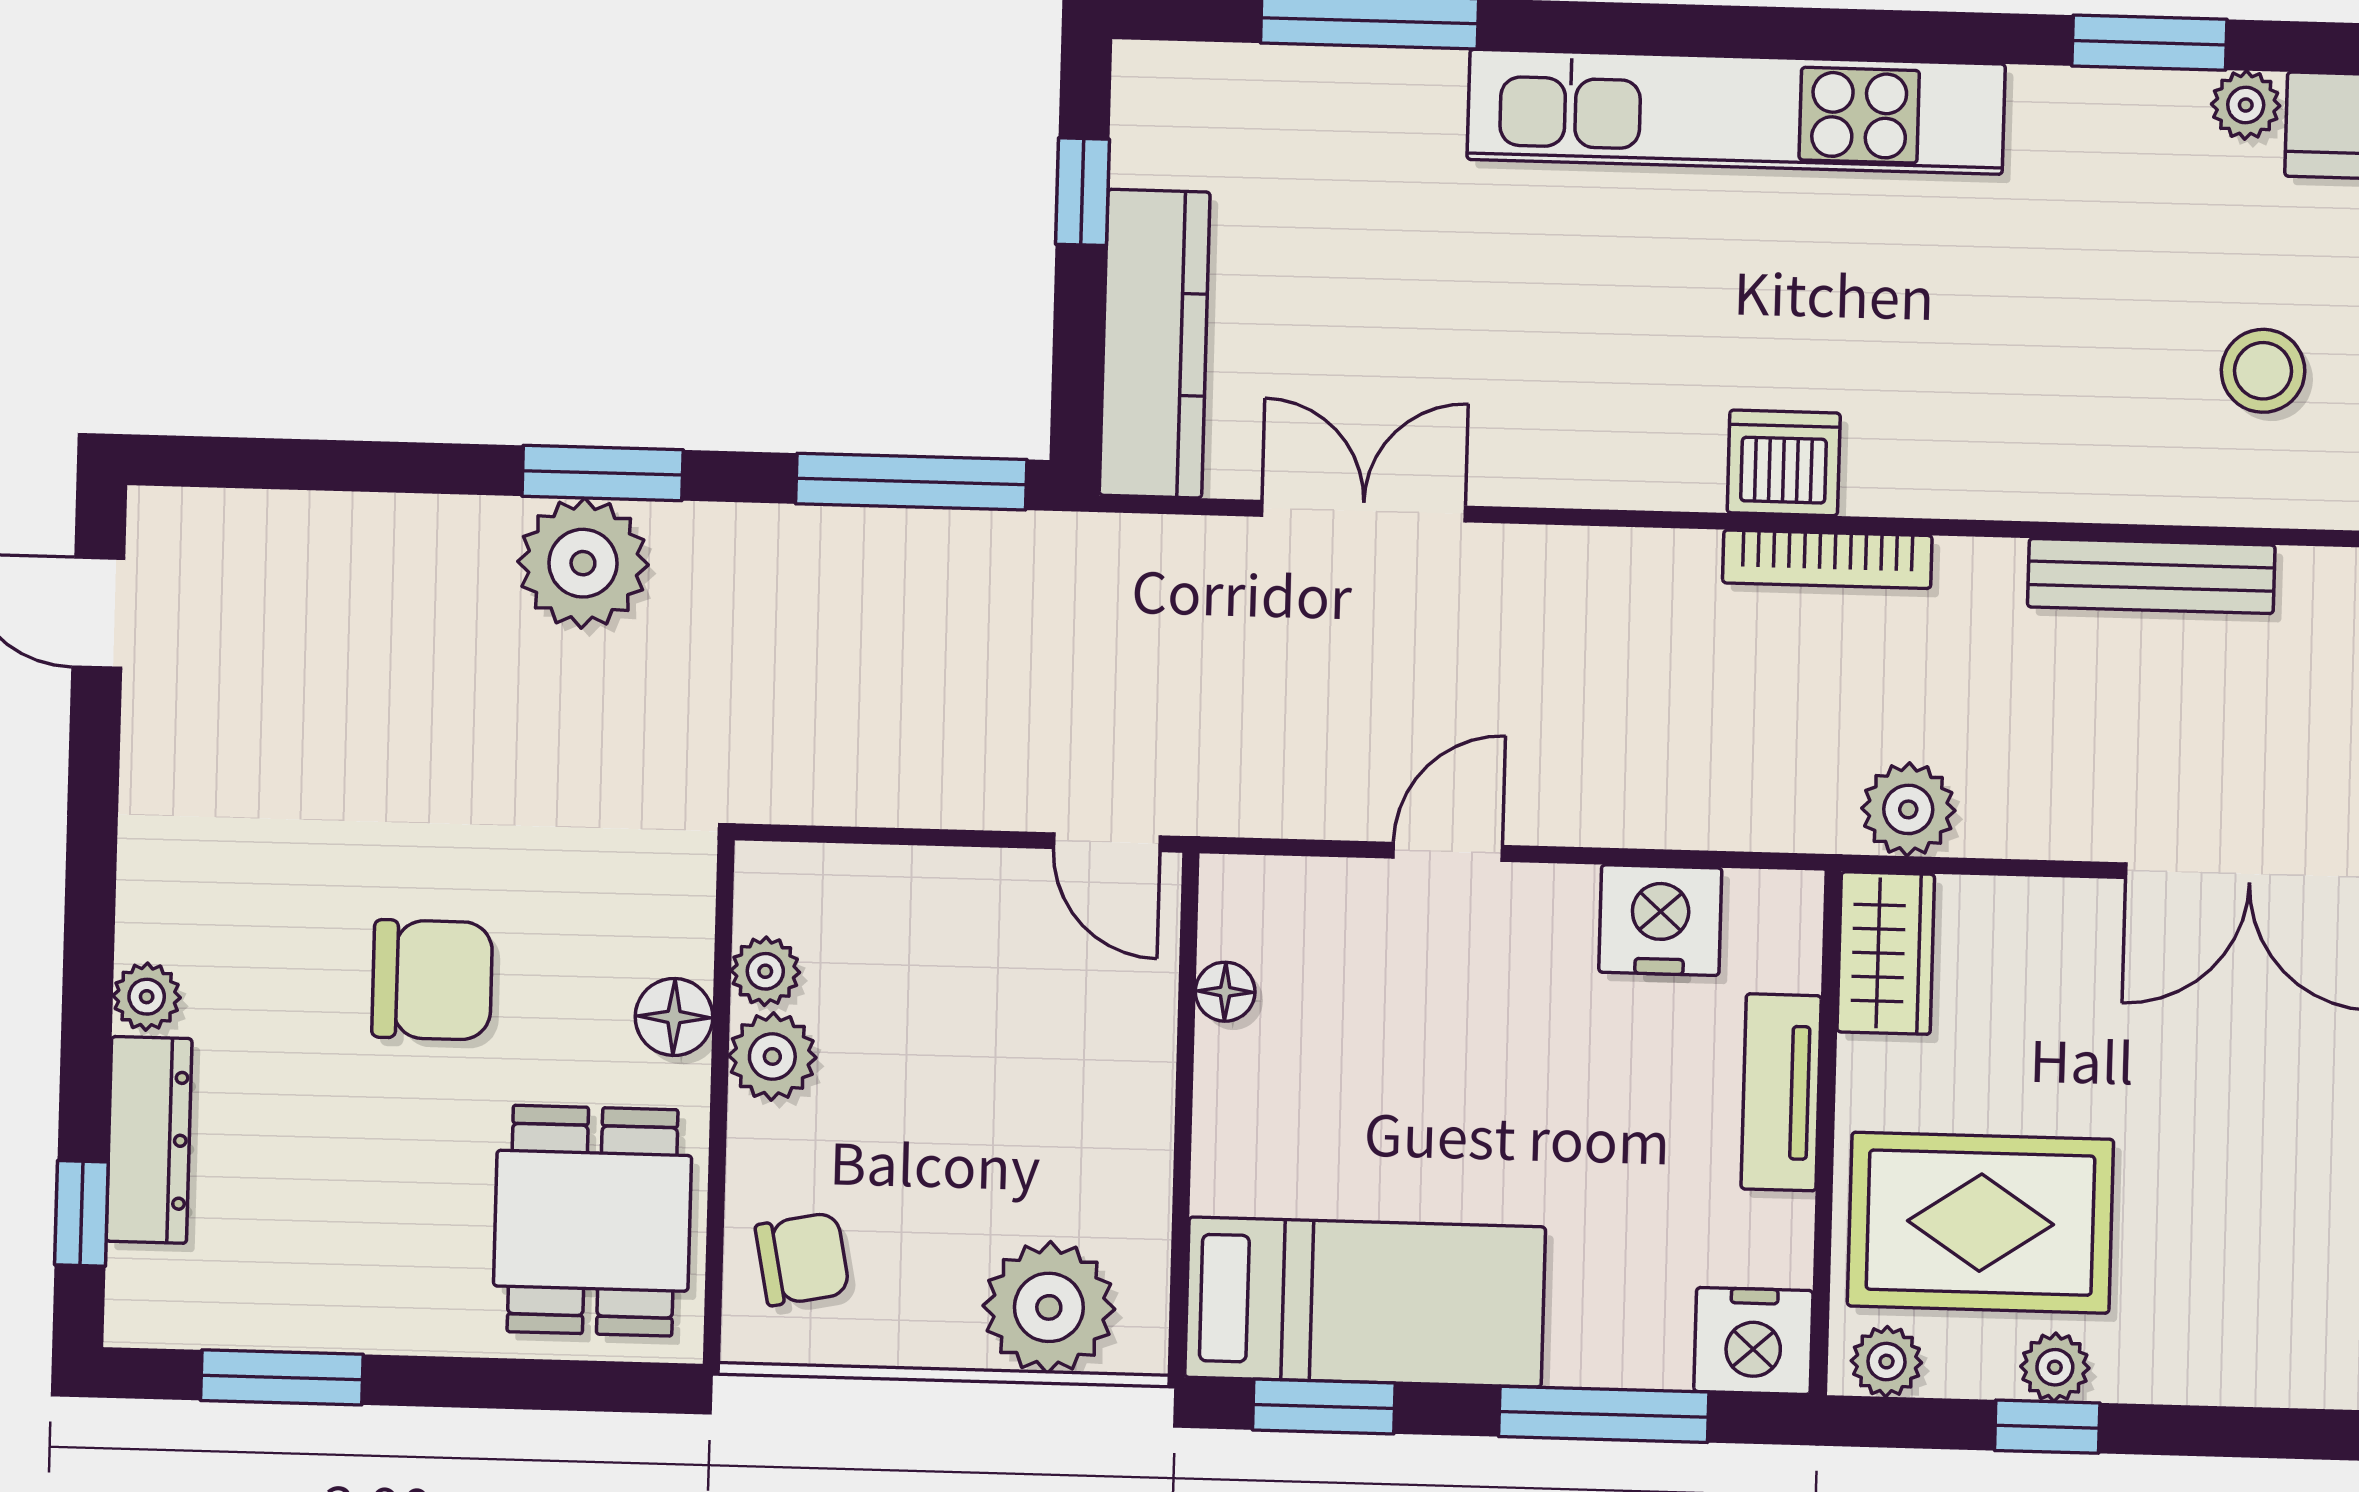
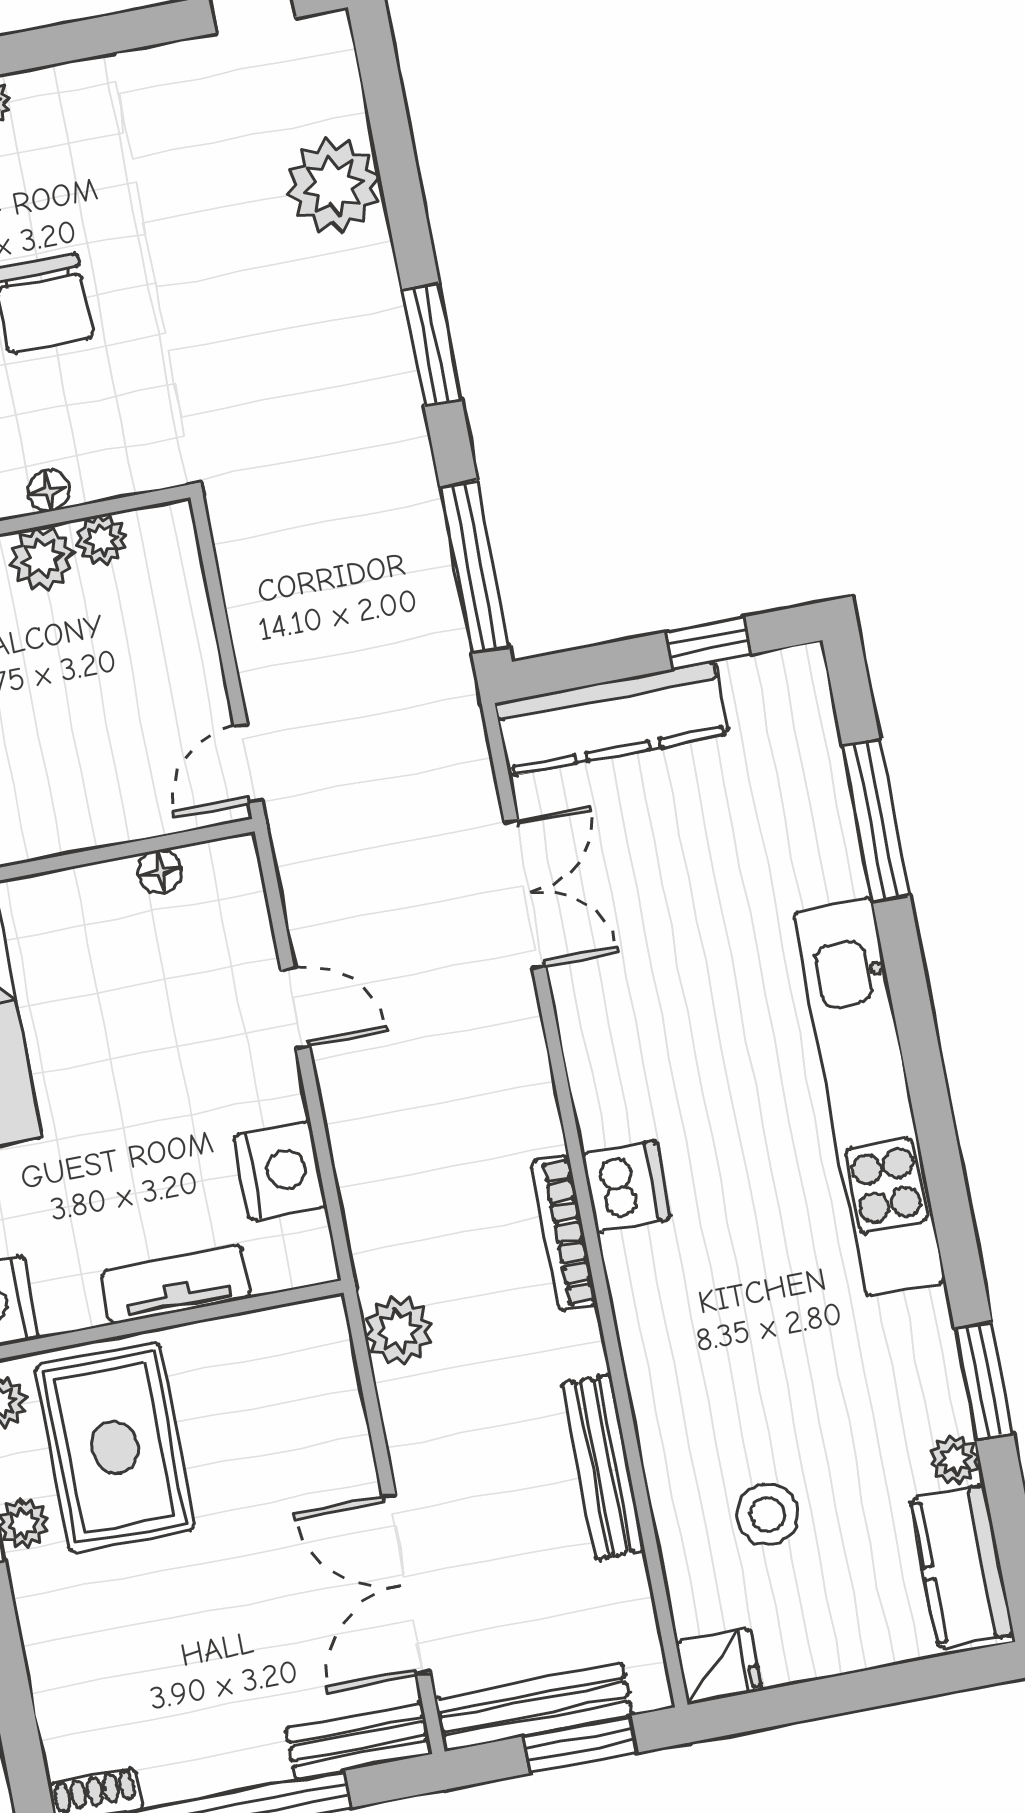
plant: (583, 563) -> (334, 186), moved
wardrobe: (1886, 953) -> (292, 1337), removed
floor lamp: (674, 1017) -> (49, 491), width x0.73, depth x0.73

